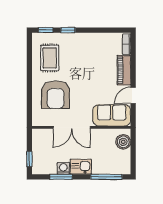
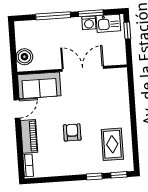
armchair: (56, 95) -> (72, 132), moved, width x0.53, depth x0.53
kitchen sink: (81, 167) -> (108, 23), moved
window: (106, 177) -> (53, 16), moved

